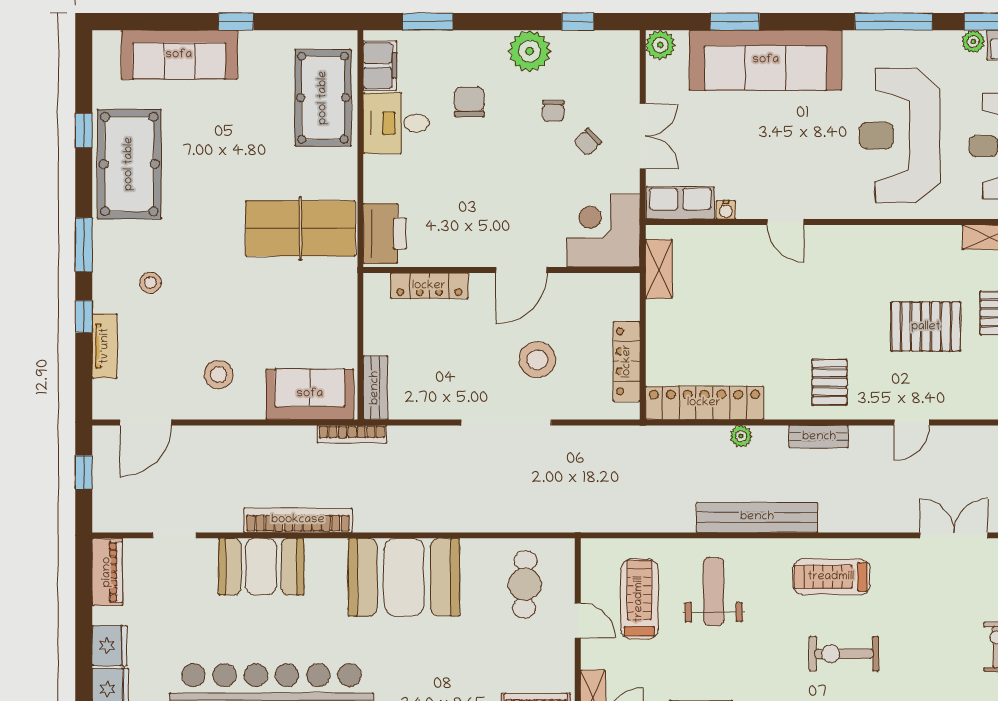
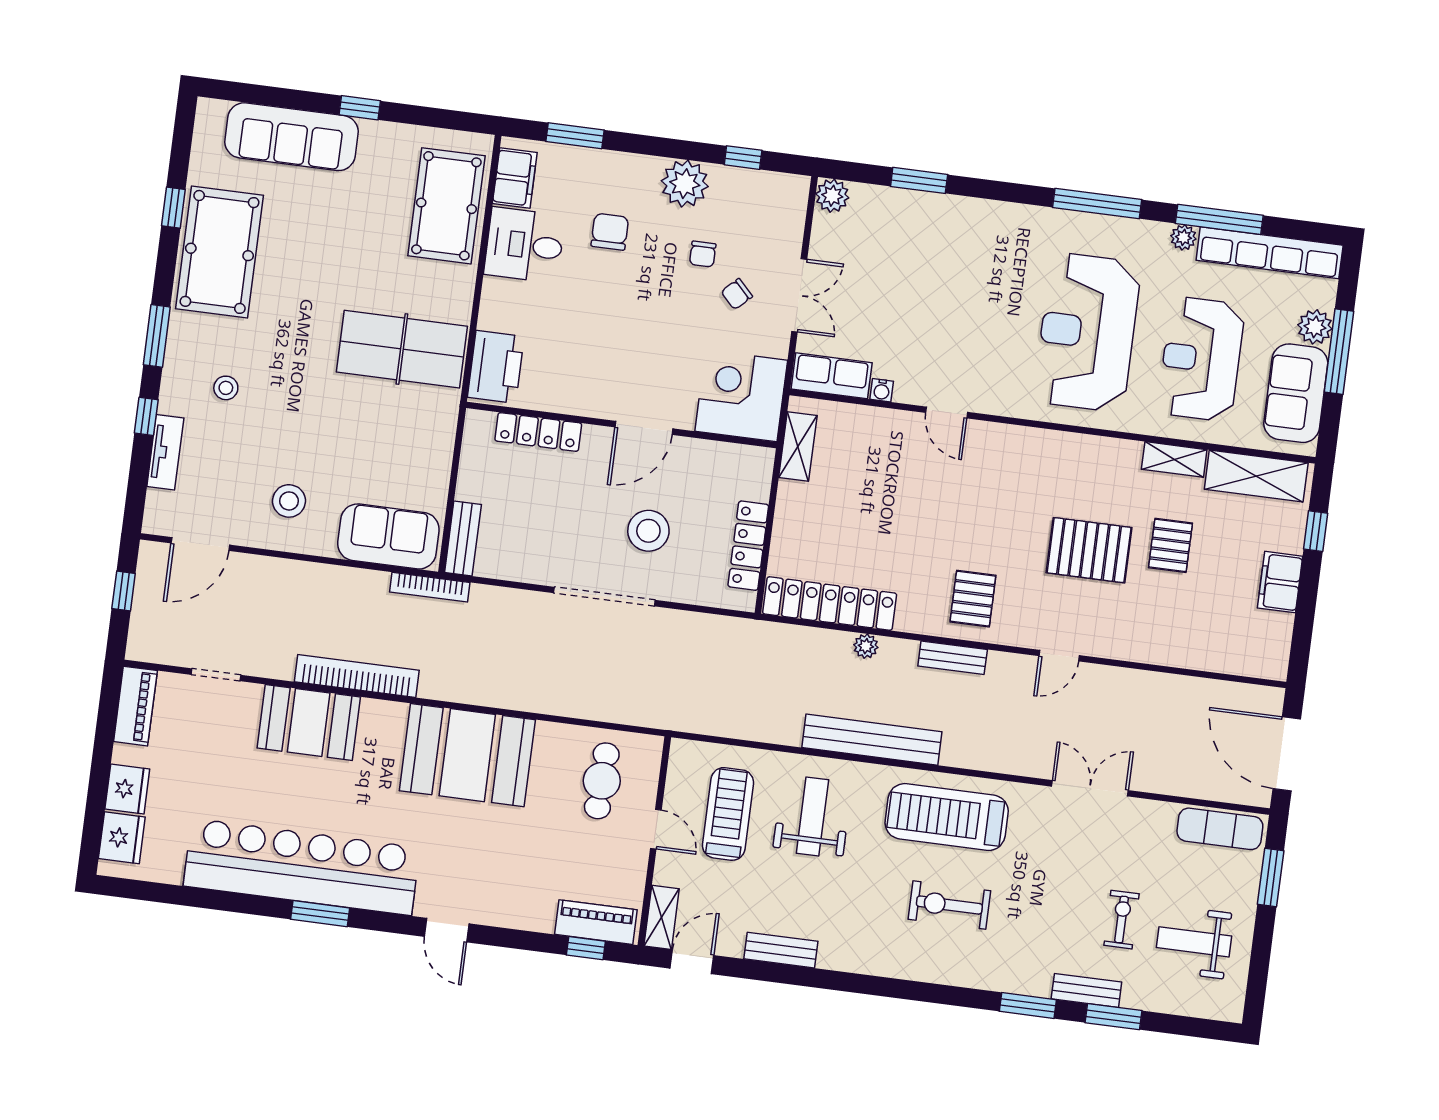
sofa: (766, 60) -> (948, 228), removed
treadmill: (831, 577) -> (947, 817), width x1.37, depth x1.38

